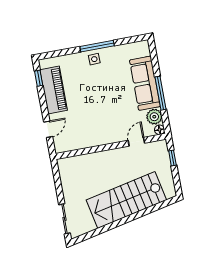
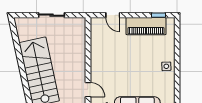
window: (97, 46) -> (177, 71), removed
sliding door: (65, 219) -> (51, 15), moved

